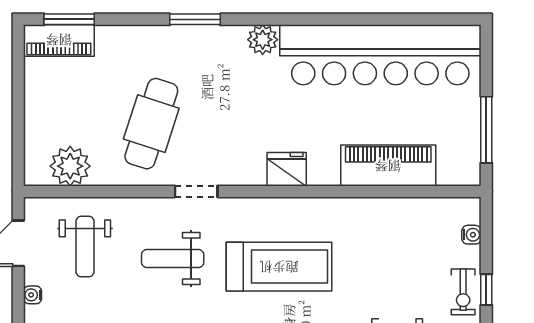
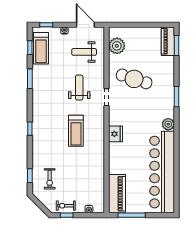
piano: (388, 166) -> (117, 194), moved
treadmill: (279, 267) -> (76, 131), width x0.73, depth x0.73

